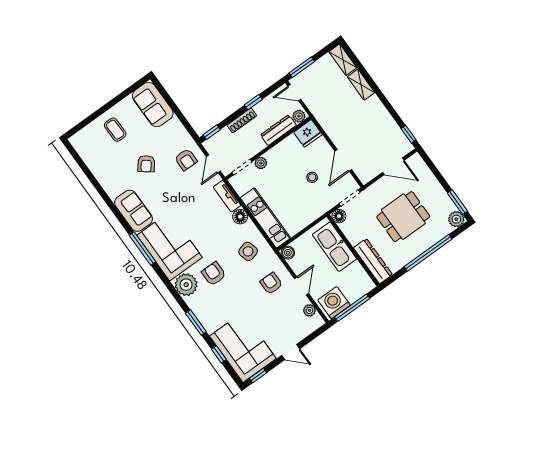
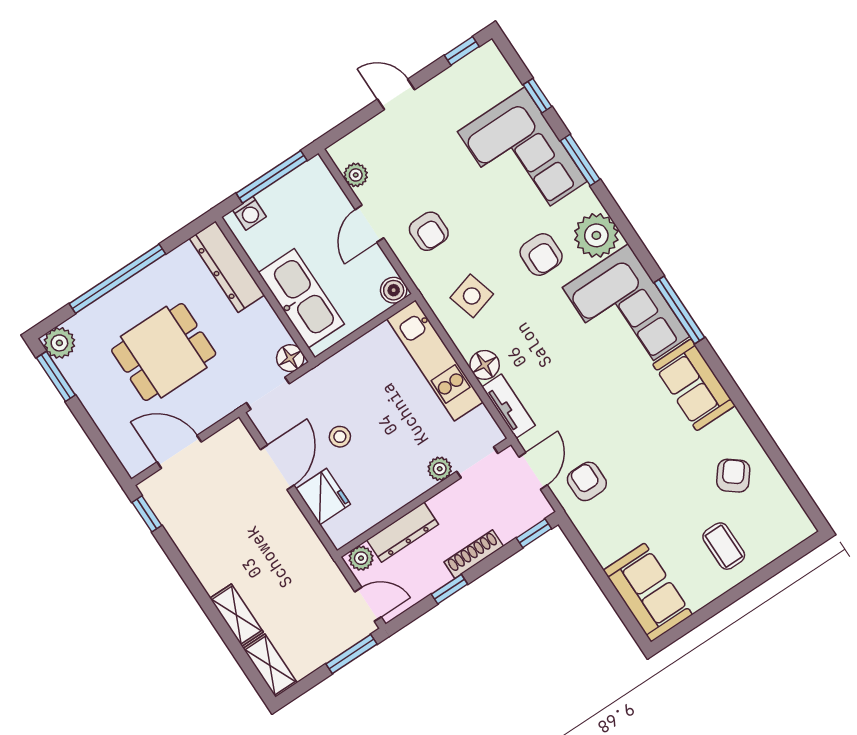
fridge: (308, 133) -> (323, 496), moved, turned 90
armchair: (146, 164) -> (733, 476), moved
washing machine: (334, 303) -> (249, 213), moved, width x0.53, depth x0.53
corner sofa: (243, 347) -> (522, 156), moved

